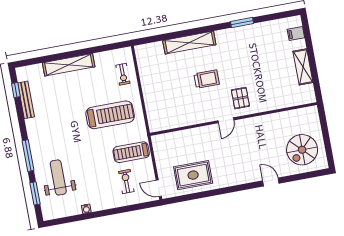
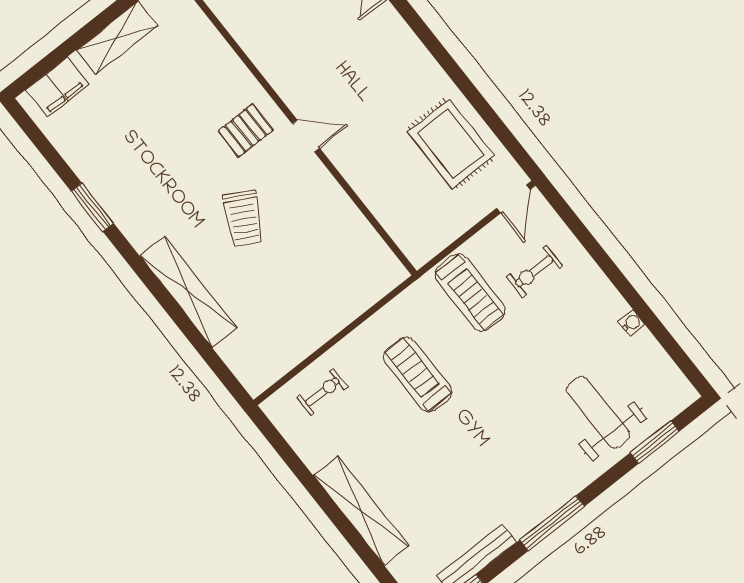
filing cabinet: (296, 33) -> (57, 87), width x2.00
trolley: (207, 79) -> (243, 218), turned -152
treadmill: (110, 115) -> (417, 375), width x0.73, depth x0.73
window: (28, 156) -> (552, 523), moved
weight bench: (58, 177) -> (598, 412), turned 90

